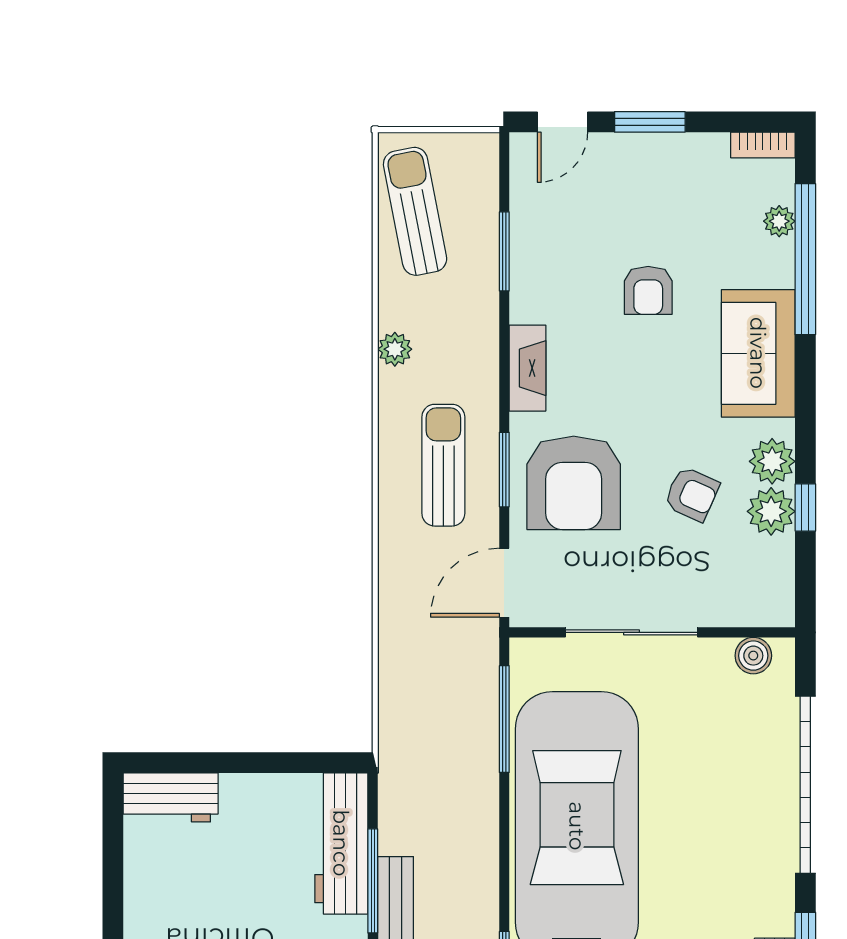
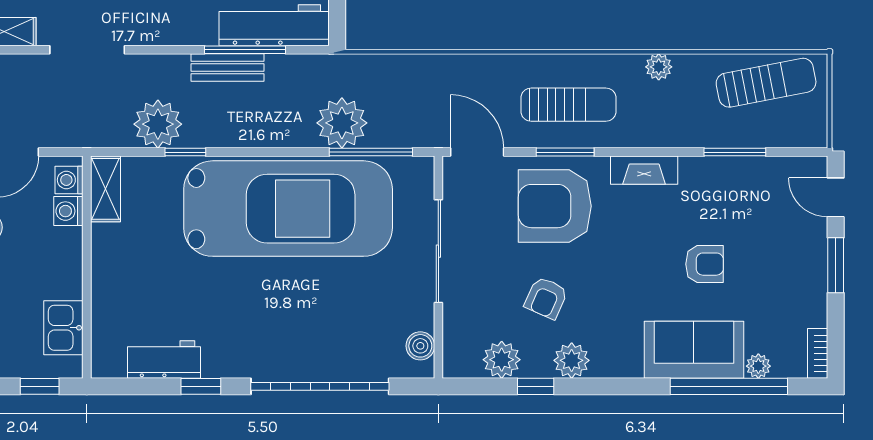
armchair: (648, 290) -> (704, 264), turned 180
sofa: (758, 353) -> (694, 350), moved
plant: (771, 511) -> (502, 360), moved
plant: (467, 756) -> (342, 123), added

